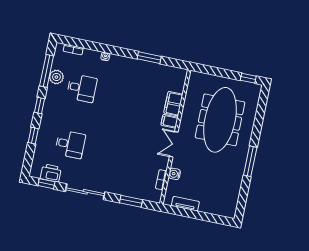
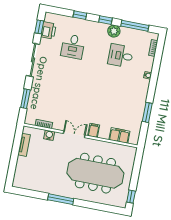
plant: (56, 77) -> (114, 31), moved
desk: (82, 88) -> (121, 56), turned 90
filing cabinet: (173, 104) -> (119, 136), moved

